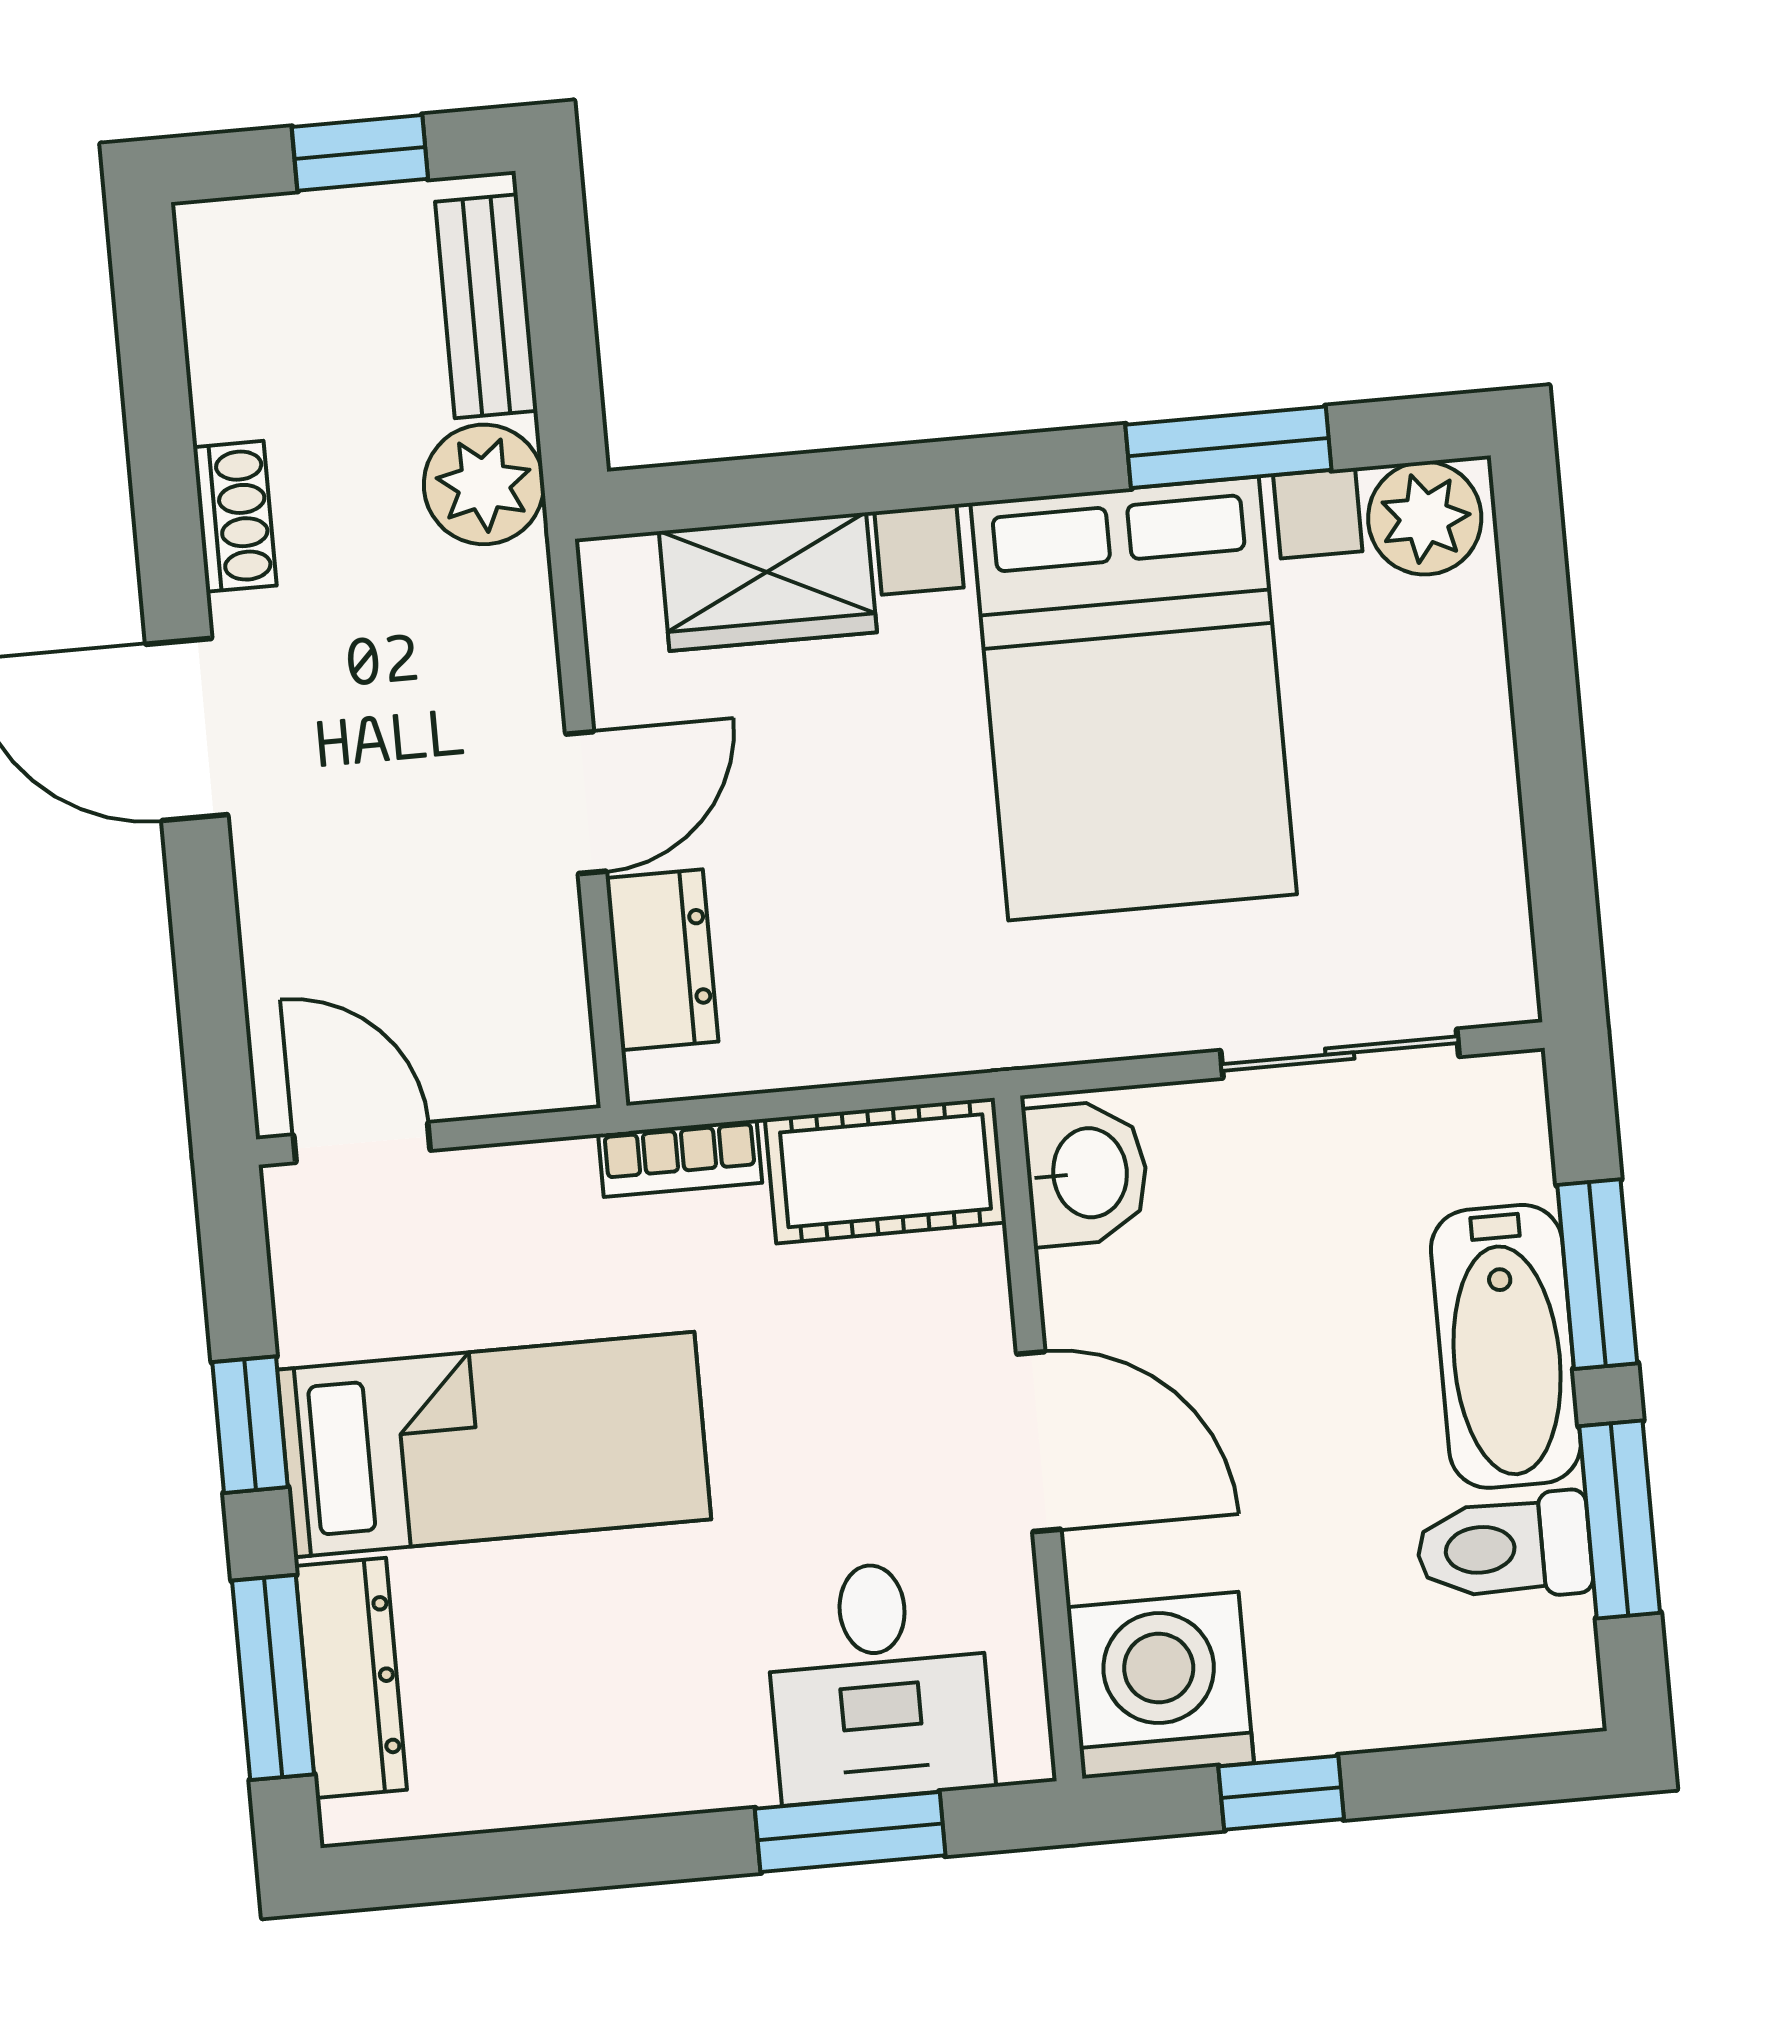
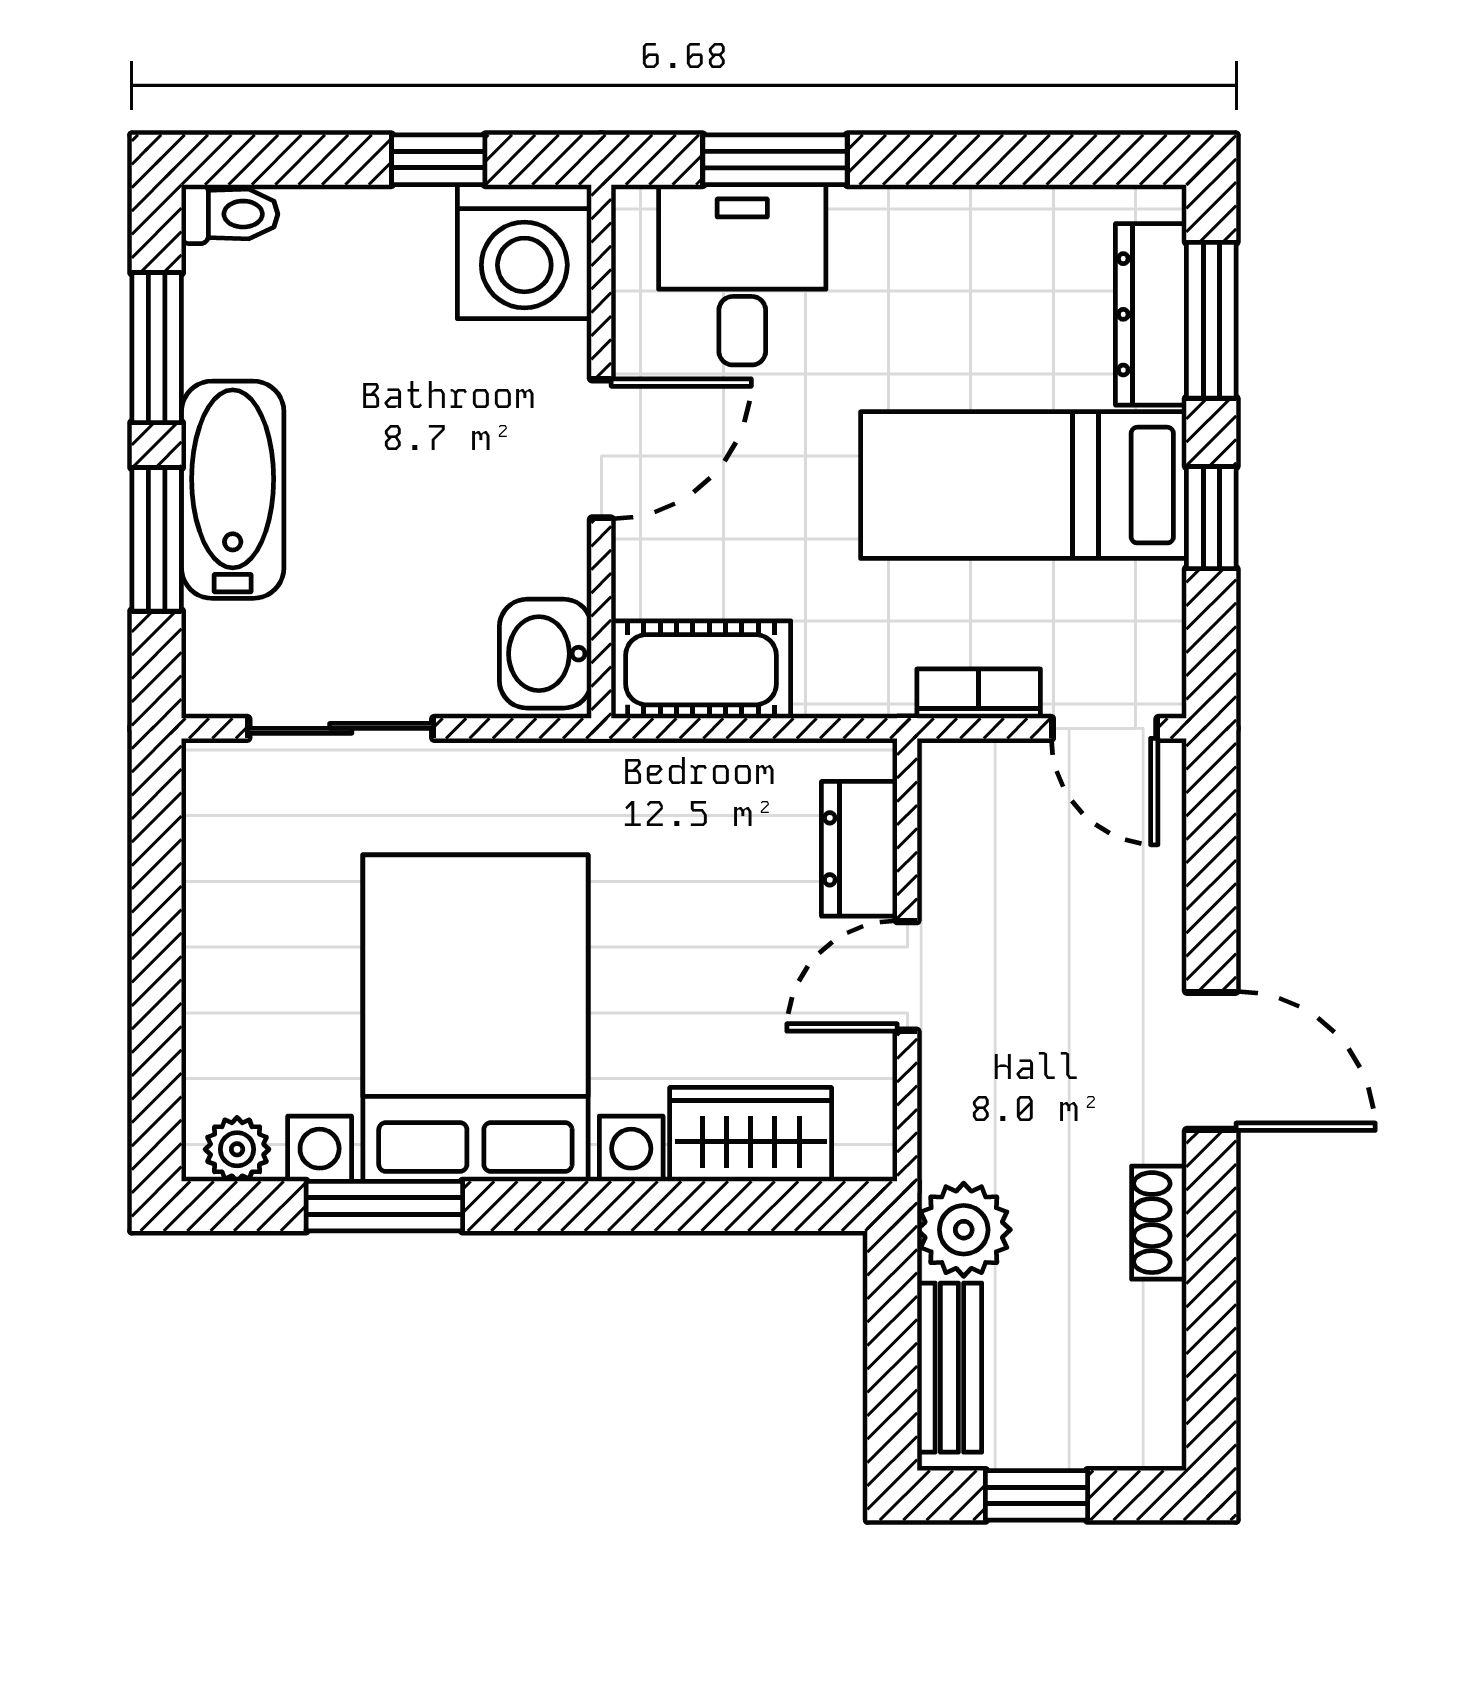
plant: (1425, 518) -> (237, 1149), width x0.73, depth x0.73
bookcase: (680, 1158) -> (979, 694), moved
door: (1039, 1442) -> (601, 449), swing flipped
toilet: (1504, 1548) -> (230, 214), moved, width x0.73, depth x0.72

